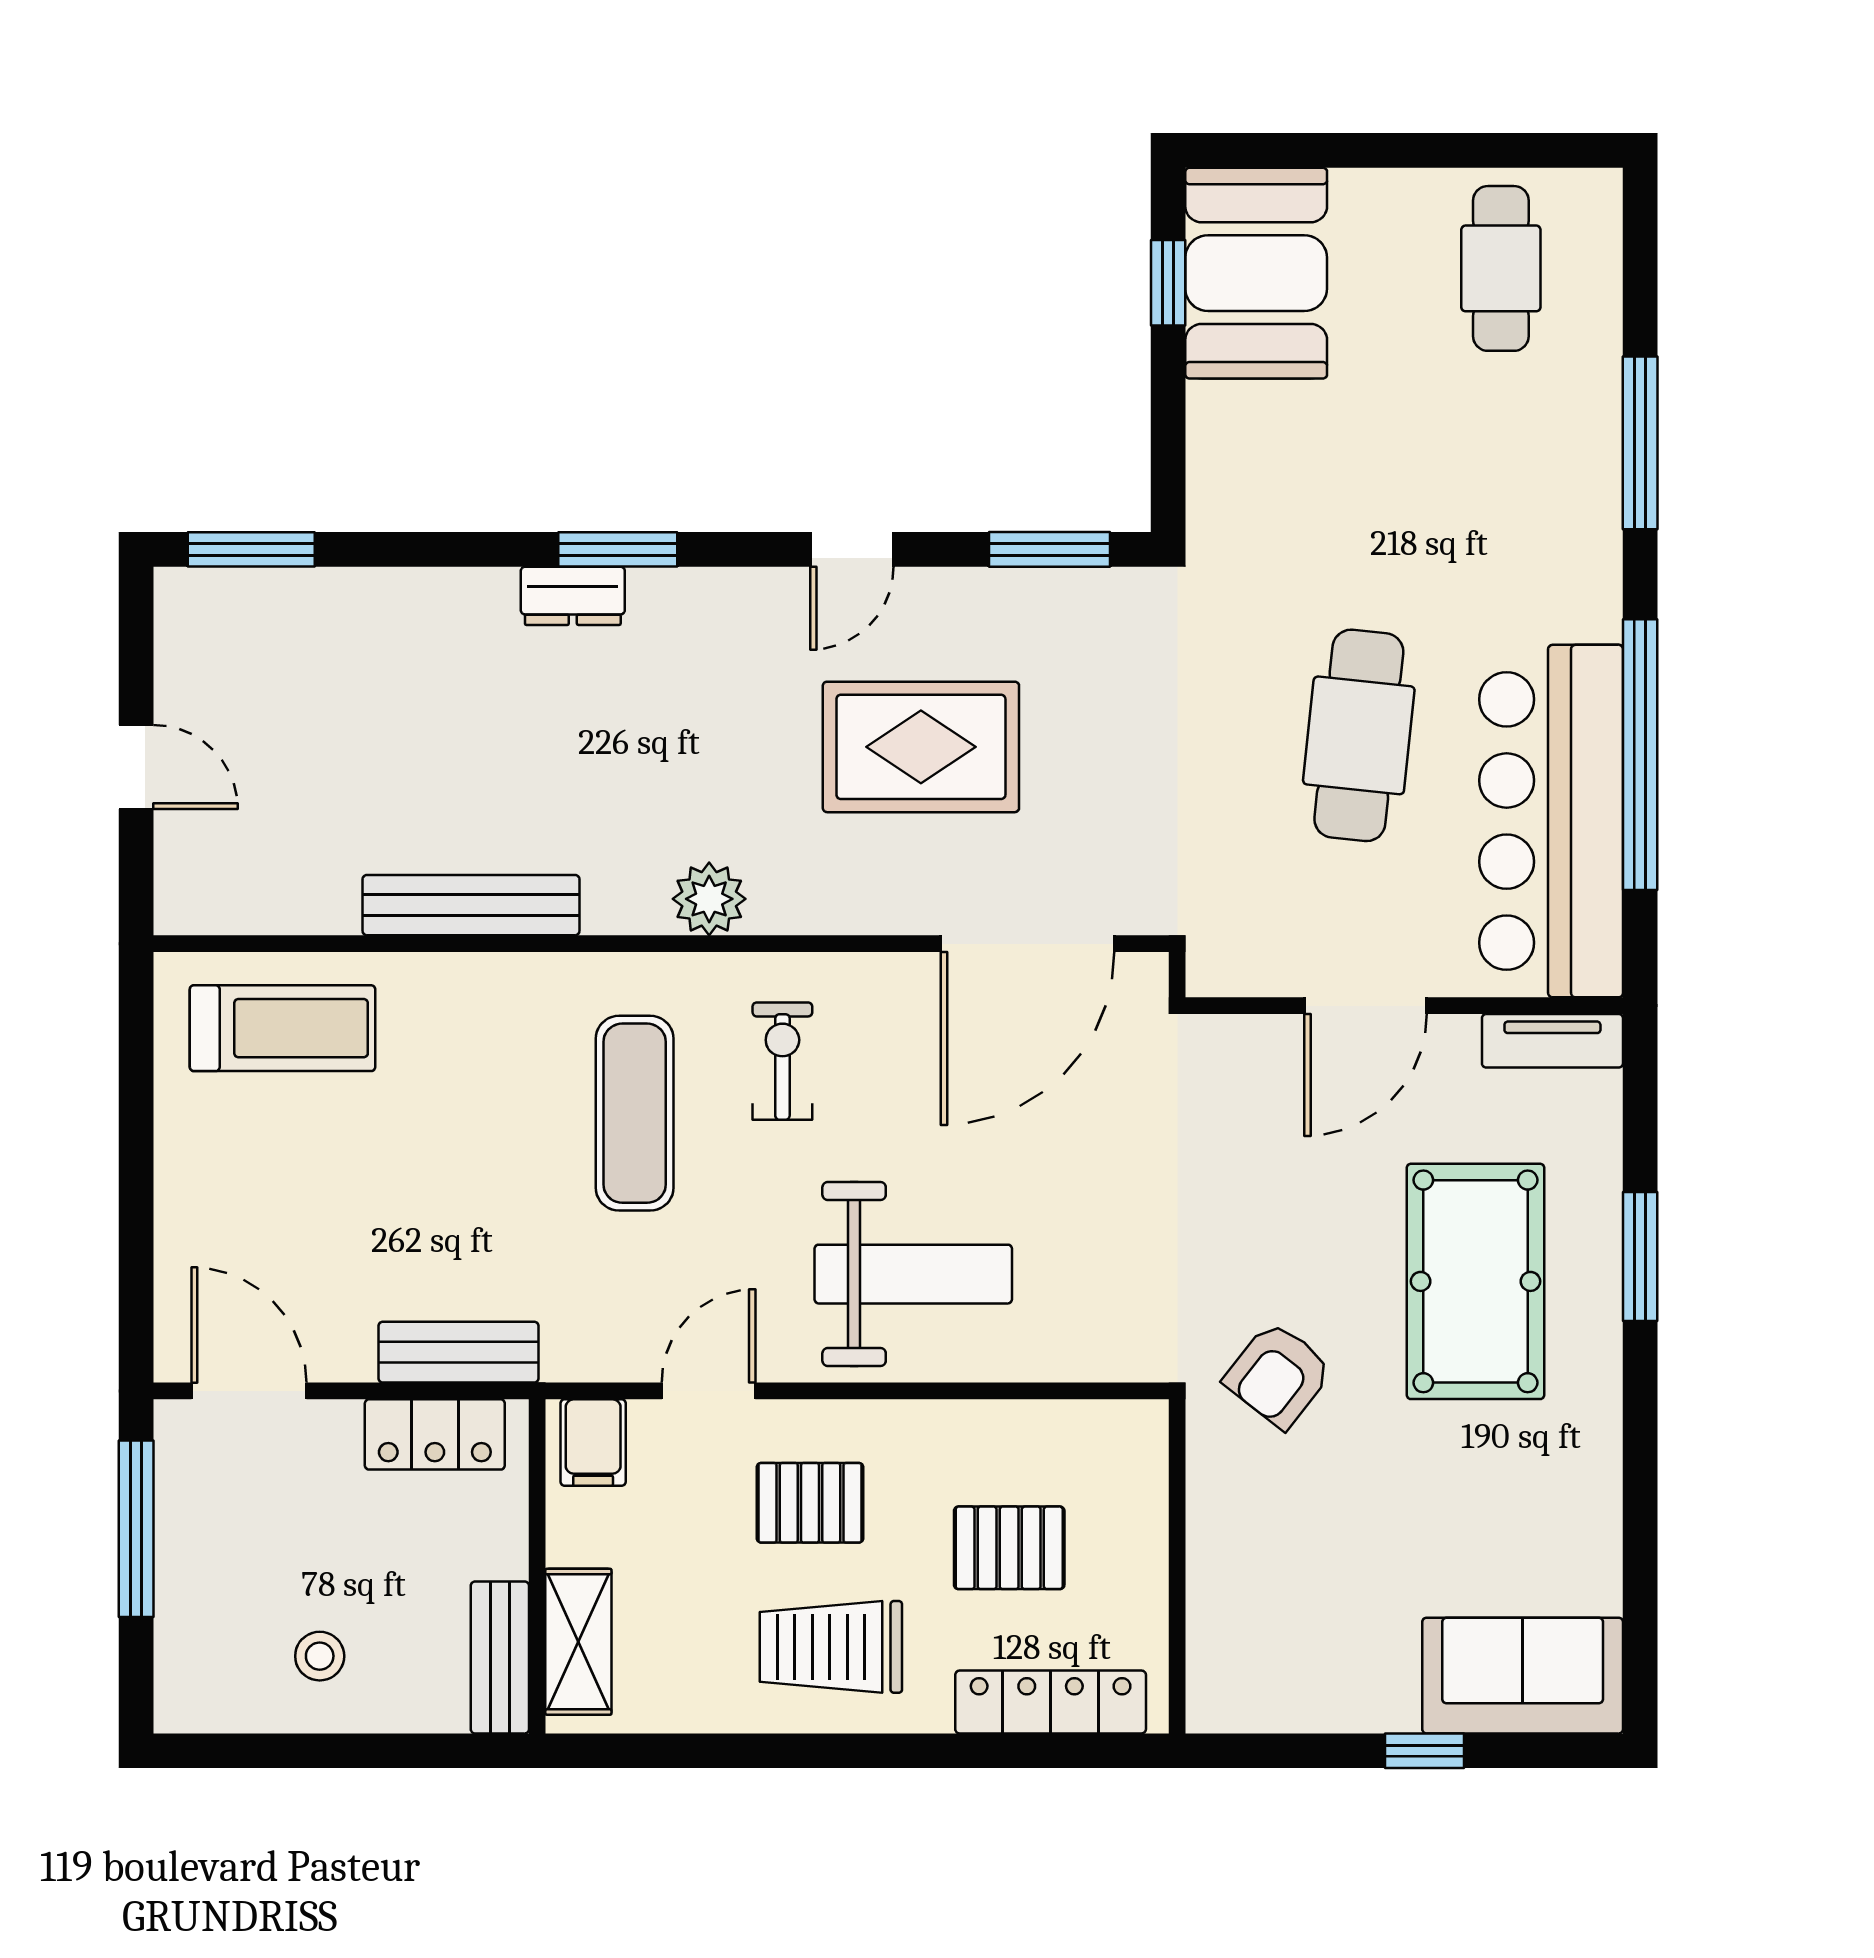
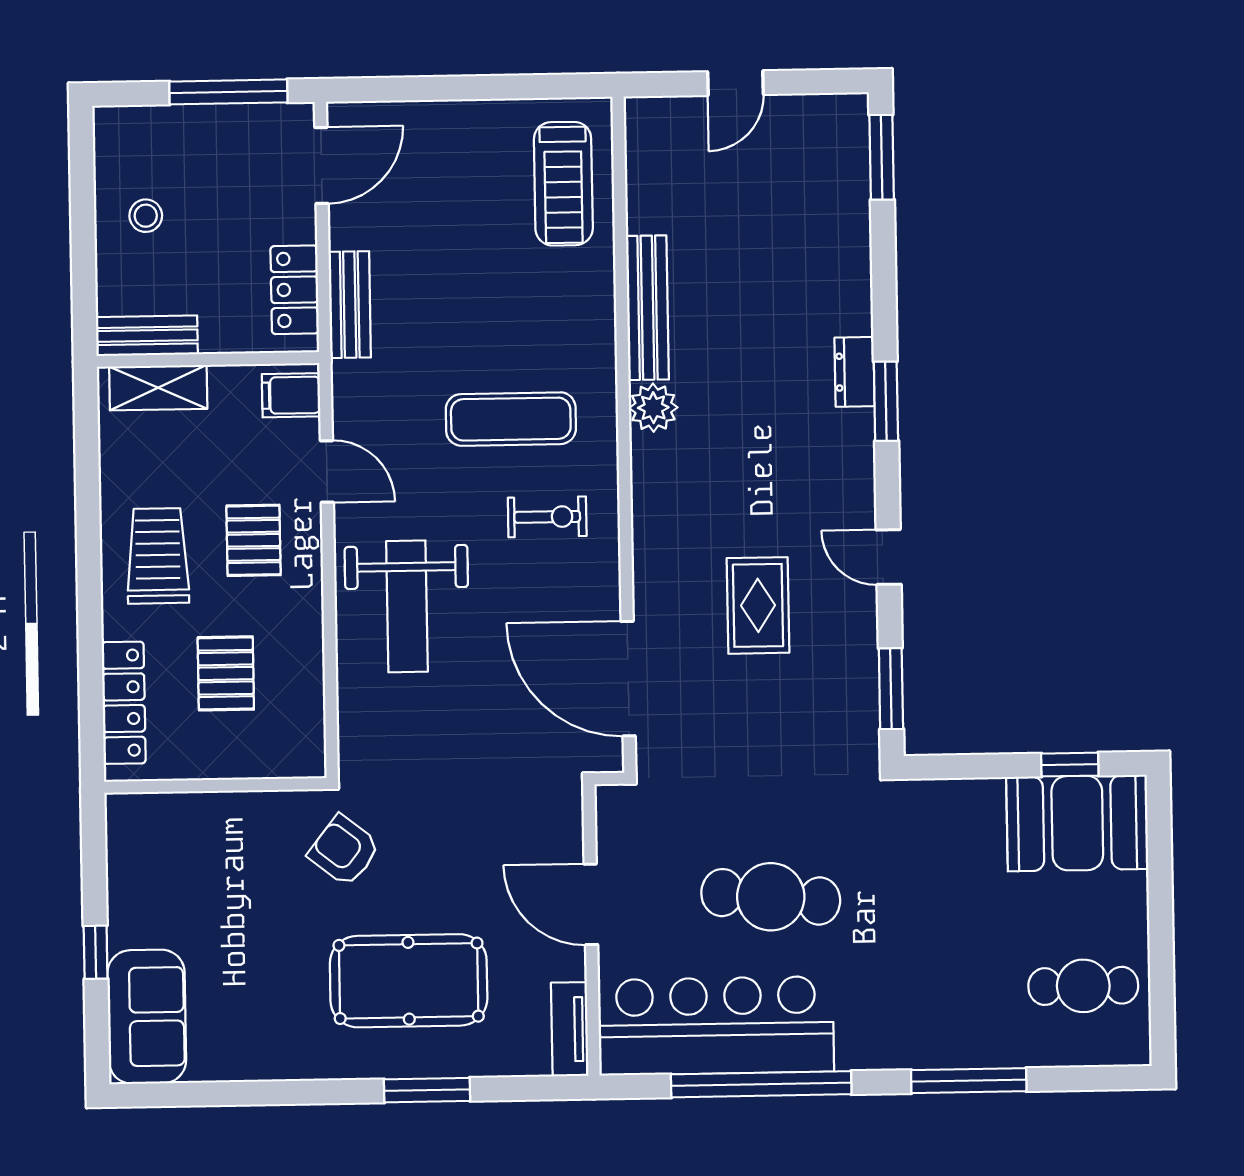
rug: (921, 747) -> (758, 605), width x0.73, depth x0.70
plant: (709, 899) -> (653, 408), moved

